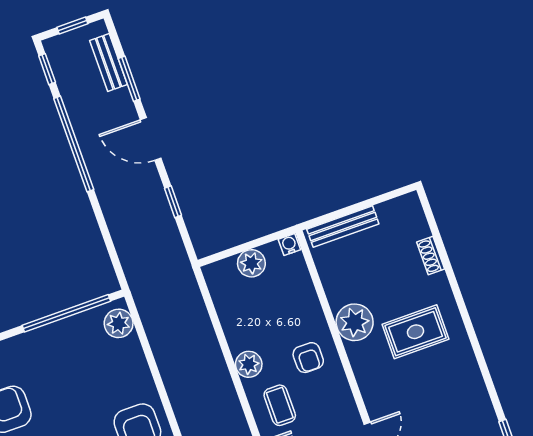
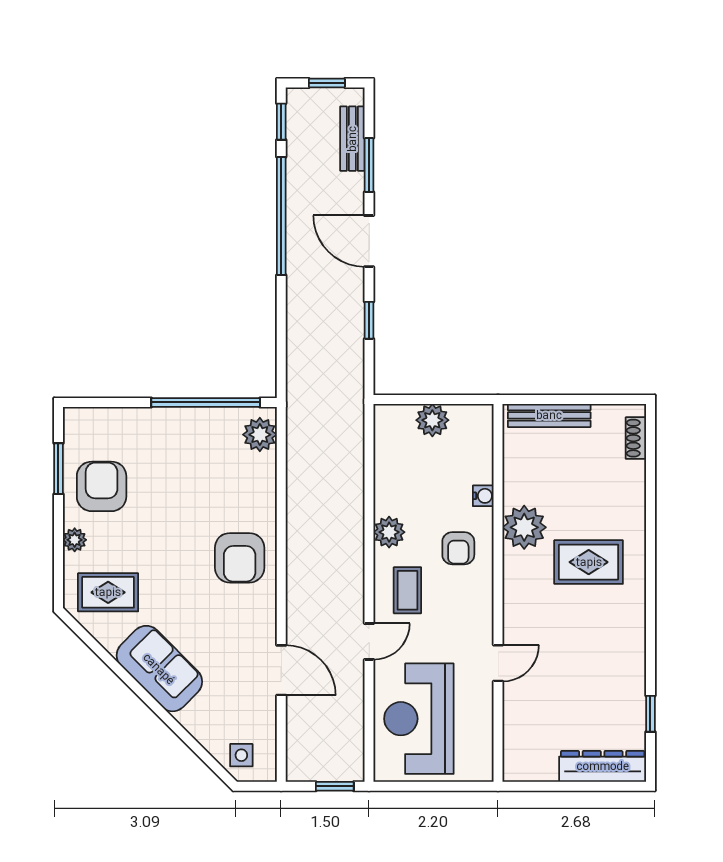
water cooler: (289, 245) -> (483, 496), moved, turned 90
shoe rack: (431, 255) -> (636, 438), moved

